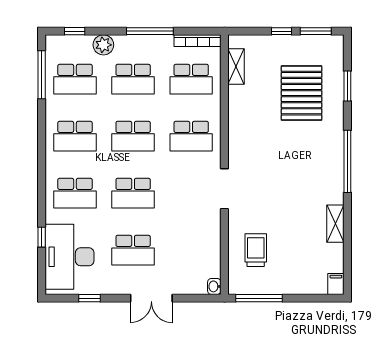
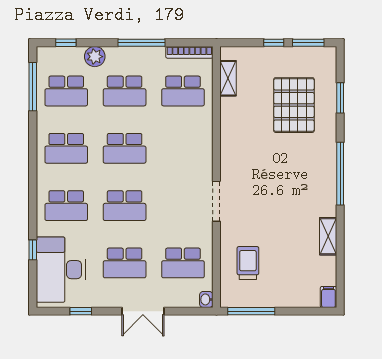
school desk: (191, 136) -> (183, 263), moved

